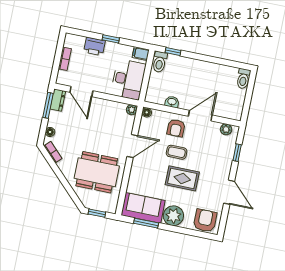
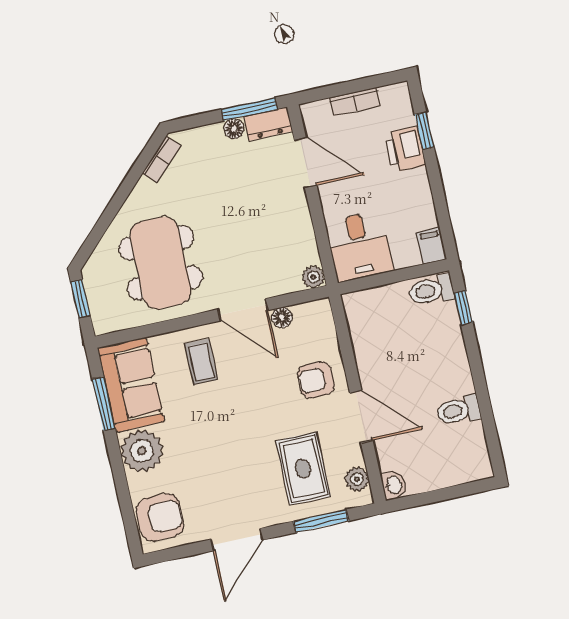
window: (111, 39) -> (424, 131), moved
desk: (128, 79) -> (359, 246), width x0.73
toilet: (243, 79) -> (458, 410), moved
door: (81, 92) -> (305, 163), swing flipped
washbasin: (172, 102) -> (394, 485), moved
floor lamp: (147, 112) -> (282, 317), moved
floor lamp: (50, 132) -> (234, 129), moved
coffee table: (177, 152) -> (201, 362), moved
window: (237, 153) -> (321, 521), width x1.50
rug: (182, 178) -> (303, 469), moved

